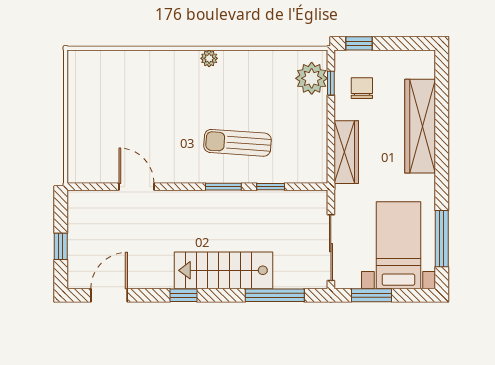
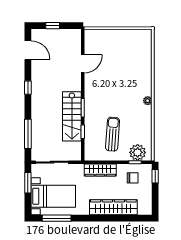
sun lounger: (237, 143) -> (113, 134), moved
stairs: (224, 270) -> (72, 116), moved, turned 180

